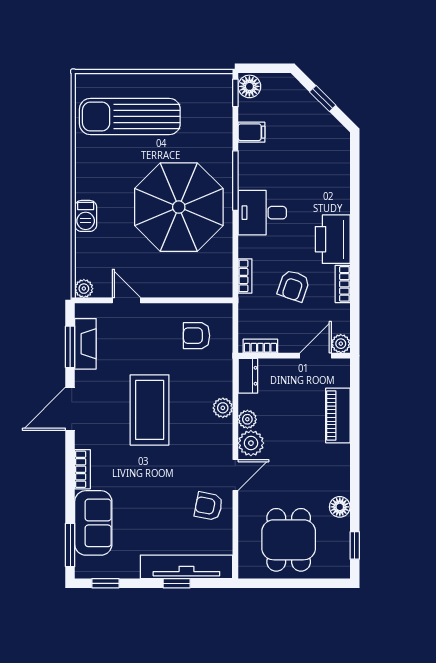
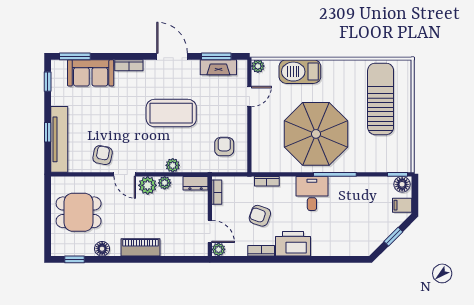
filing cabinet: (252, 132) -> (402, 205), moved, turned 90
barbecue: (86, 216) -> (300, 72), width x1.88, depth x1.53
piano: (338, 416) -> (140, 247), moved

